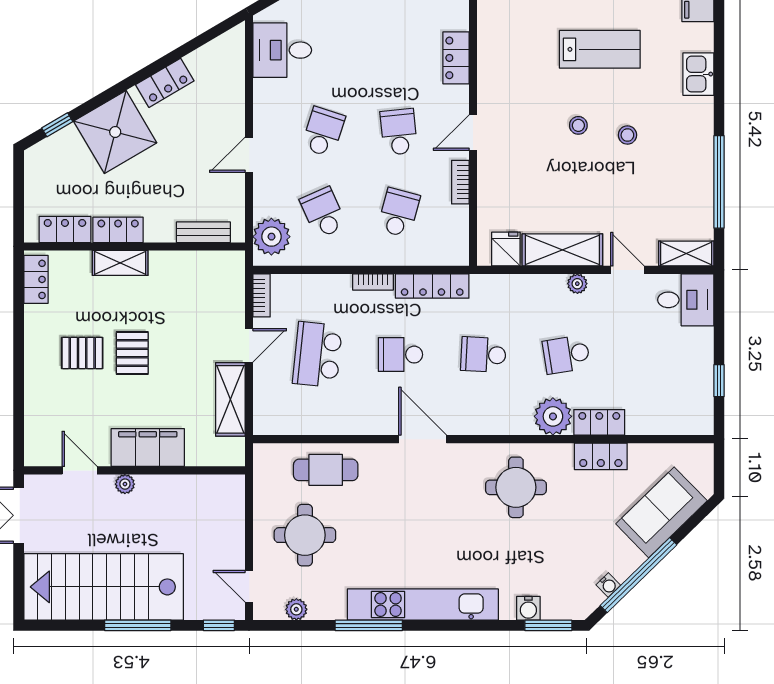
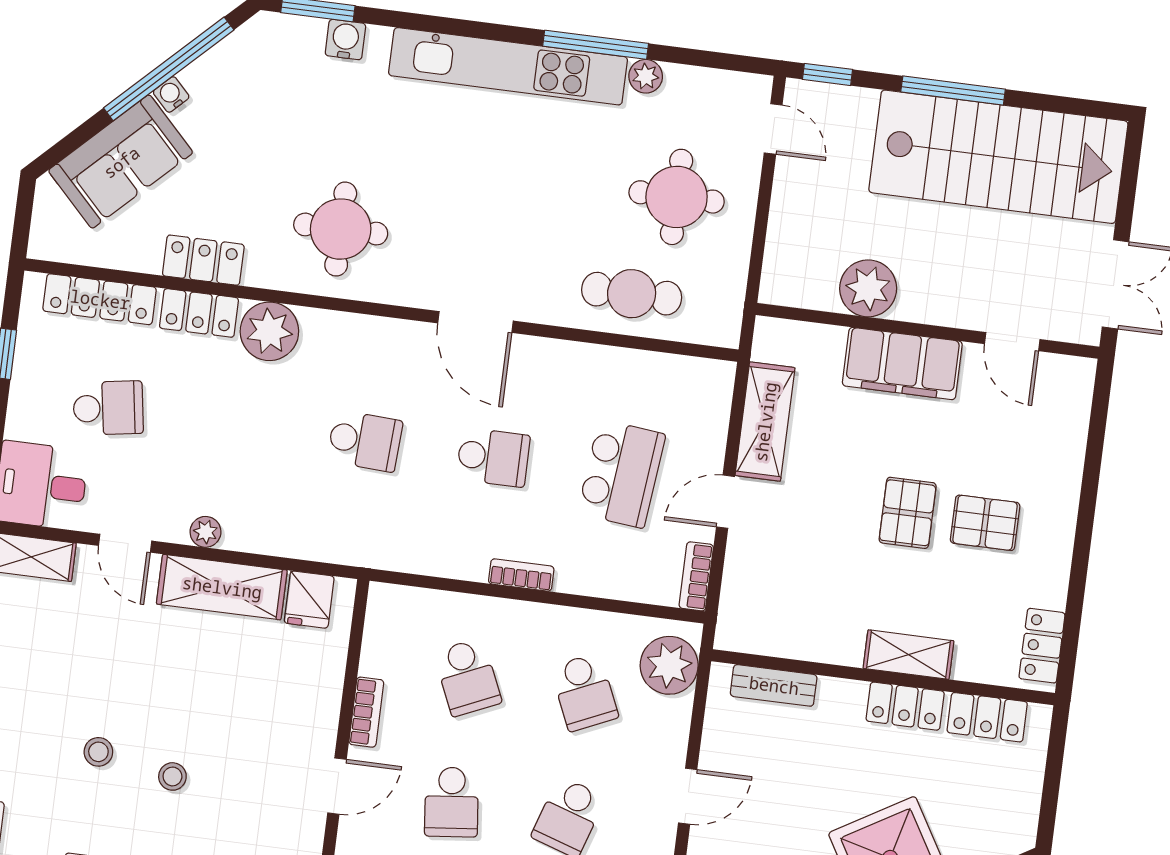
school desk: (399, 213) -> (468, 677), turned -39
locker: (432, 286) -> (100, 299), moved, turned 180
school desk: (566, 355) -> (108, 408), moved
plant: (125, 484) -> (868, 288), moved, width x1.88, depth x1.88
water cooler: (608, 585) -> (171, 94), moved
plant: (296, 609) -> (646, 76), moved

